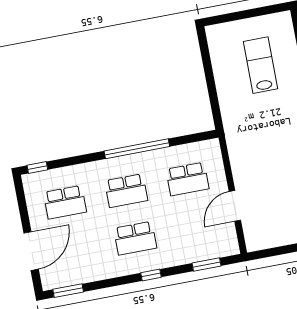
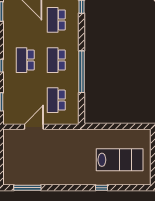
lab bench: (260, 65) -> (120, 160), width x1.36, depth x1.39
door: (235, 206) -> (34, 127), hinge flipped

